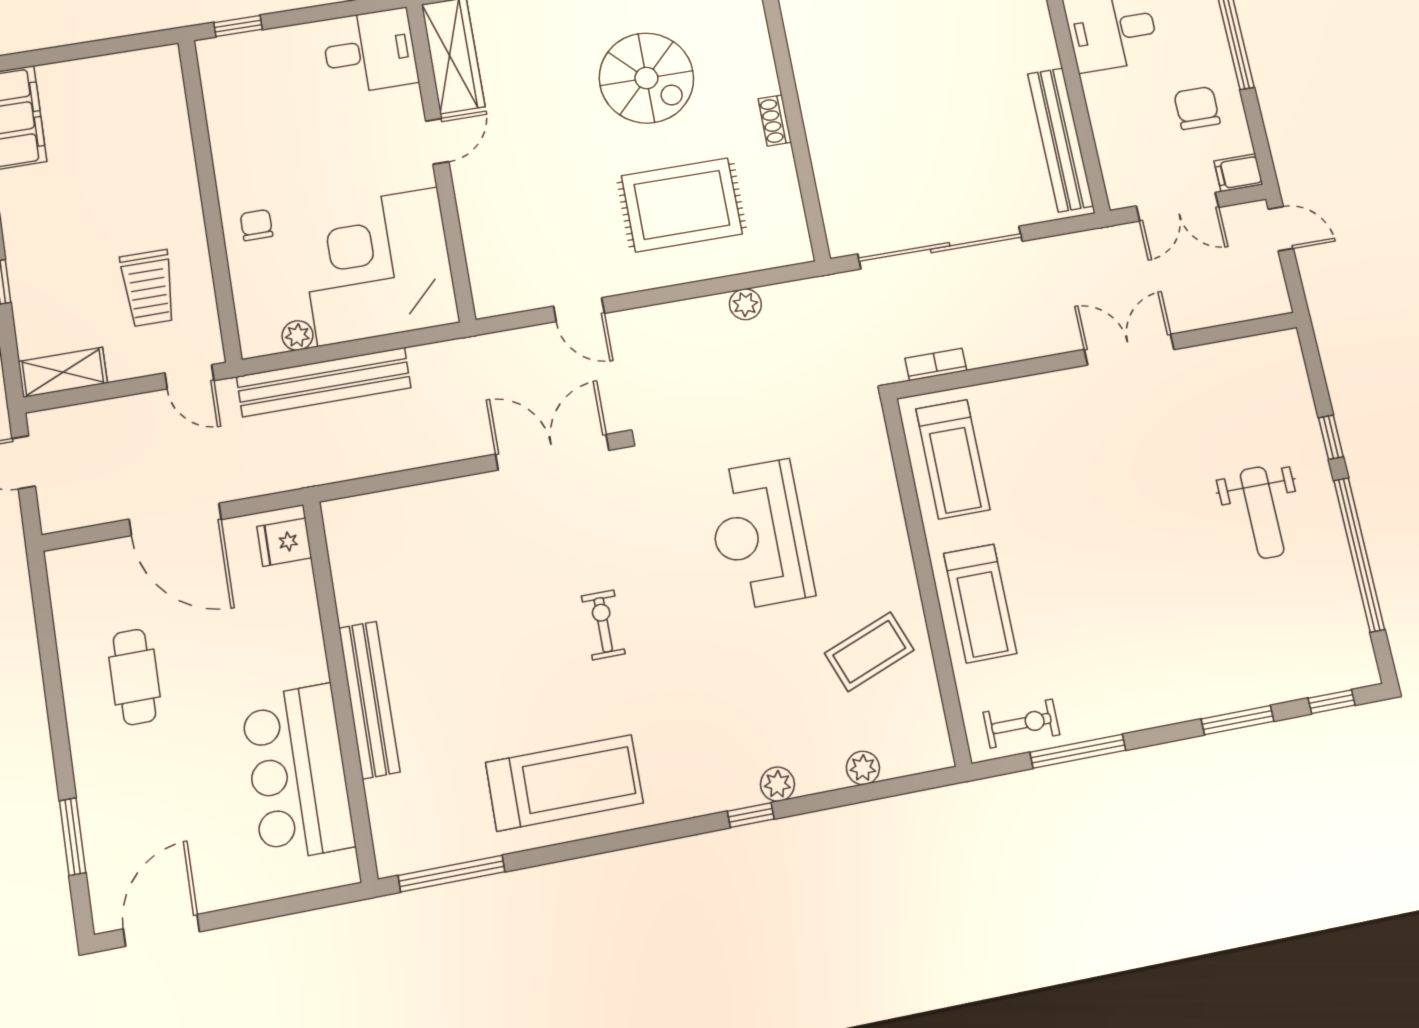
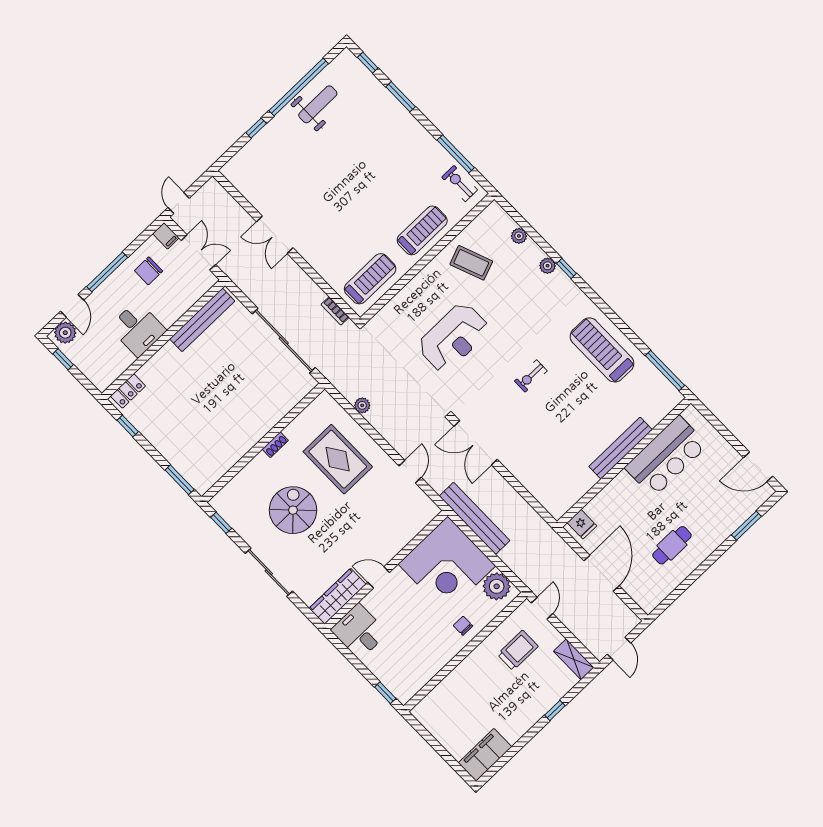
chair: (256, 225) -> (463, 626), turned 90
plant: (297, 335) -> (497, 586), width x1.88, depth x1.88
bench: (324, 382) -> (474, 518), moved
weight bench: (1262, 513) -> (318, 104), moved

